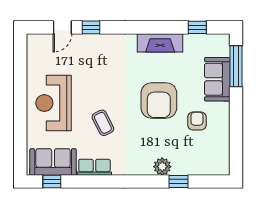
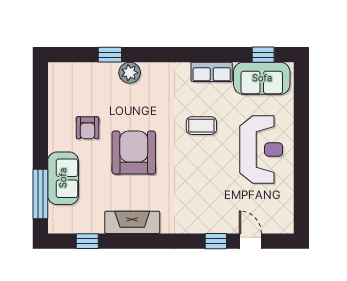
door: (62, 27) -> (250, 241), hinge flipped
coffee table: (103, 123) -> (201, 126), turned -63

